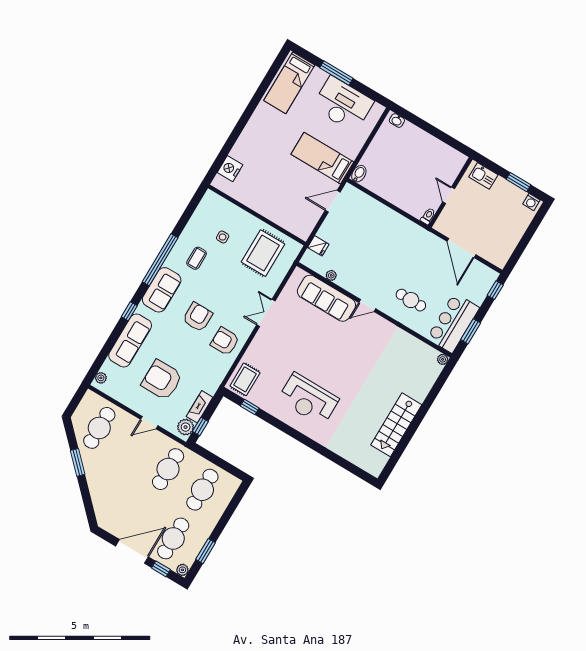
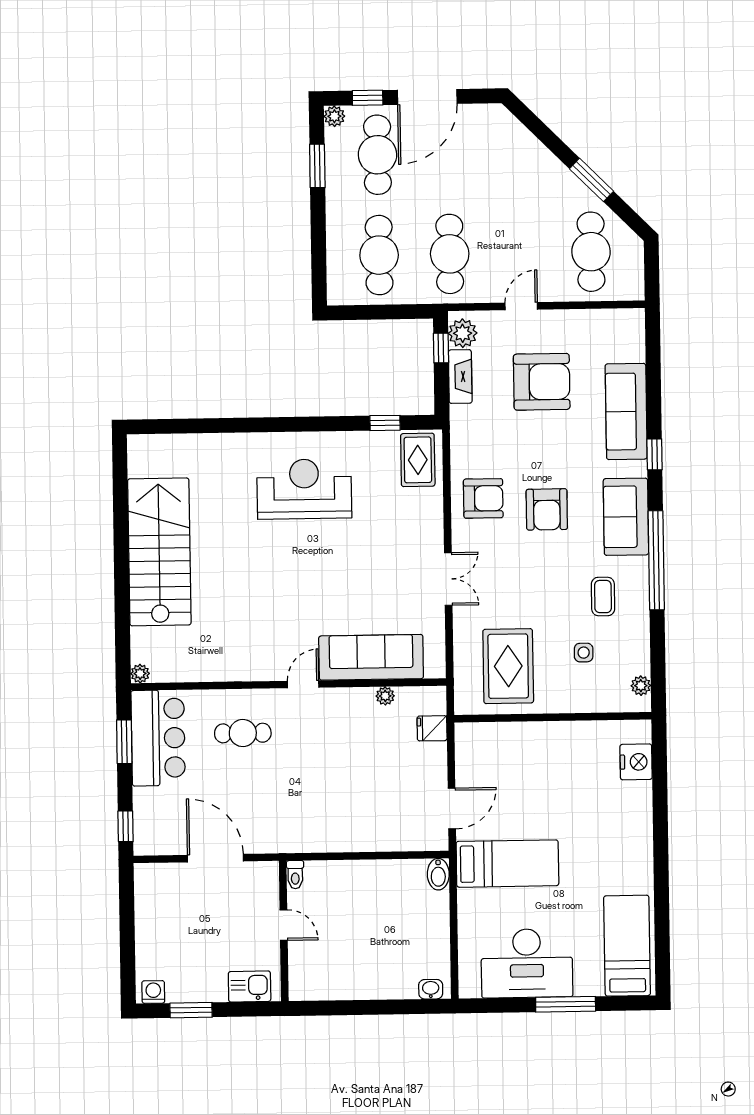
plant: (101, 378) -> (641, 686), moved
stairs: (396, 425) -> (159, 552), width x1.36, depth x1.51

